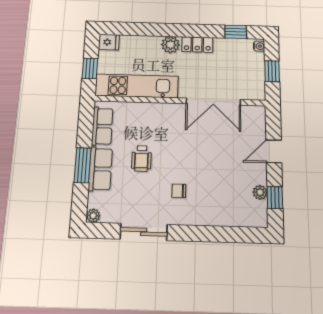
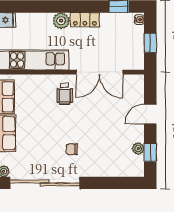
wheelchair: (141, 158) -> (65, 94), moved
sliding door: (144, 232) -> (45, 183), width x1.86

